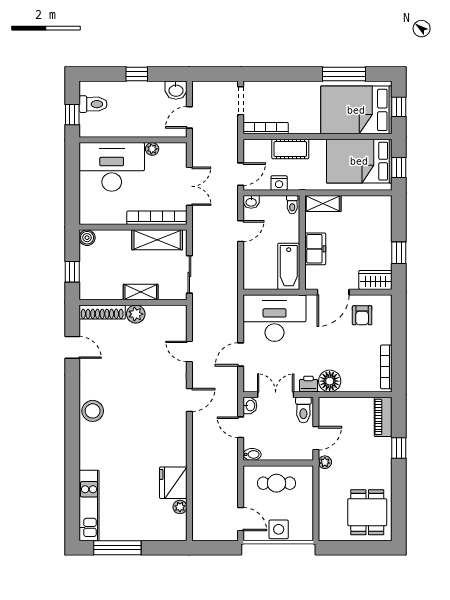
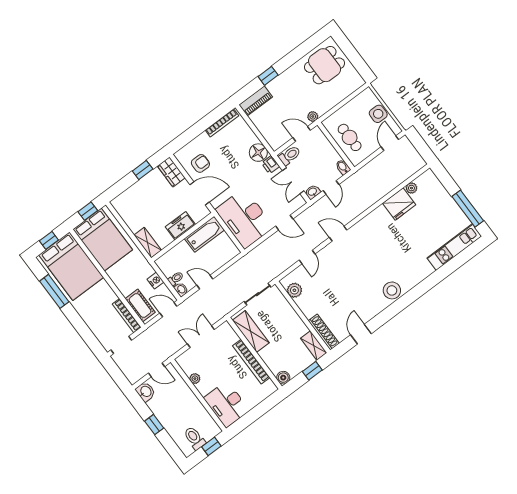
cot: (290, 149) -> (140, 305), moved
desk: (112, 167) -> (226, 404), width x0.73, depth x0.77
toilet: (292, 205) -> (176, 278), moved
bookcase: (157, 218) -> (251, 362), moved
shelving: (141, 292) -> (314, 345), moved
plant: (136, 314) -> (294, 290), moved

